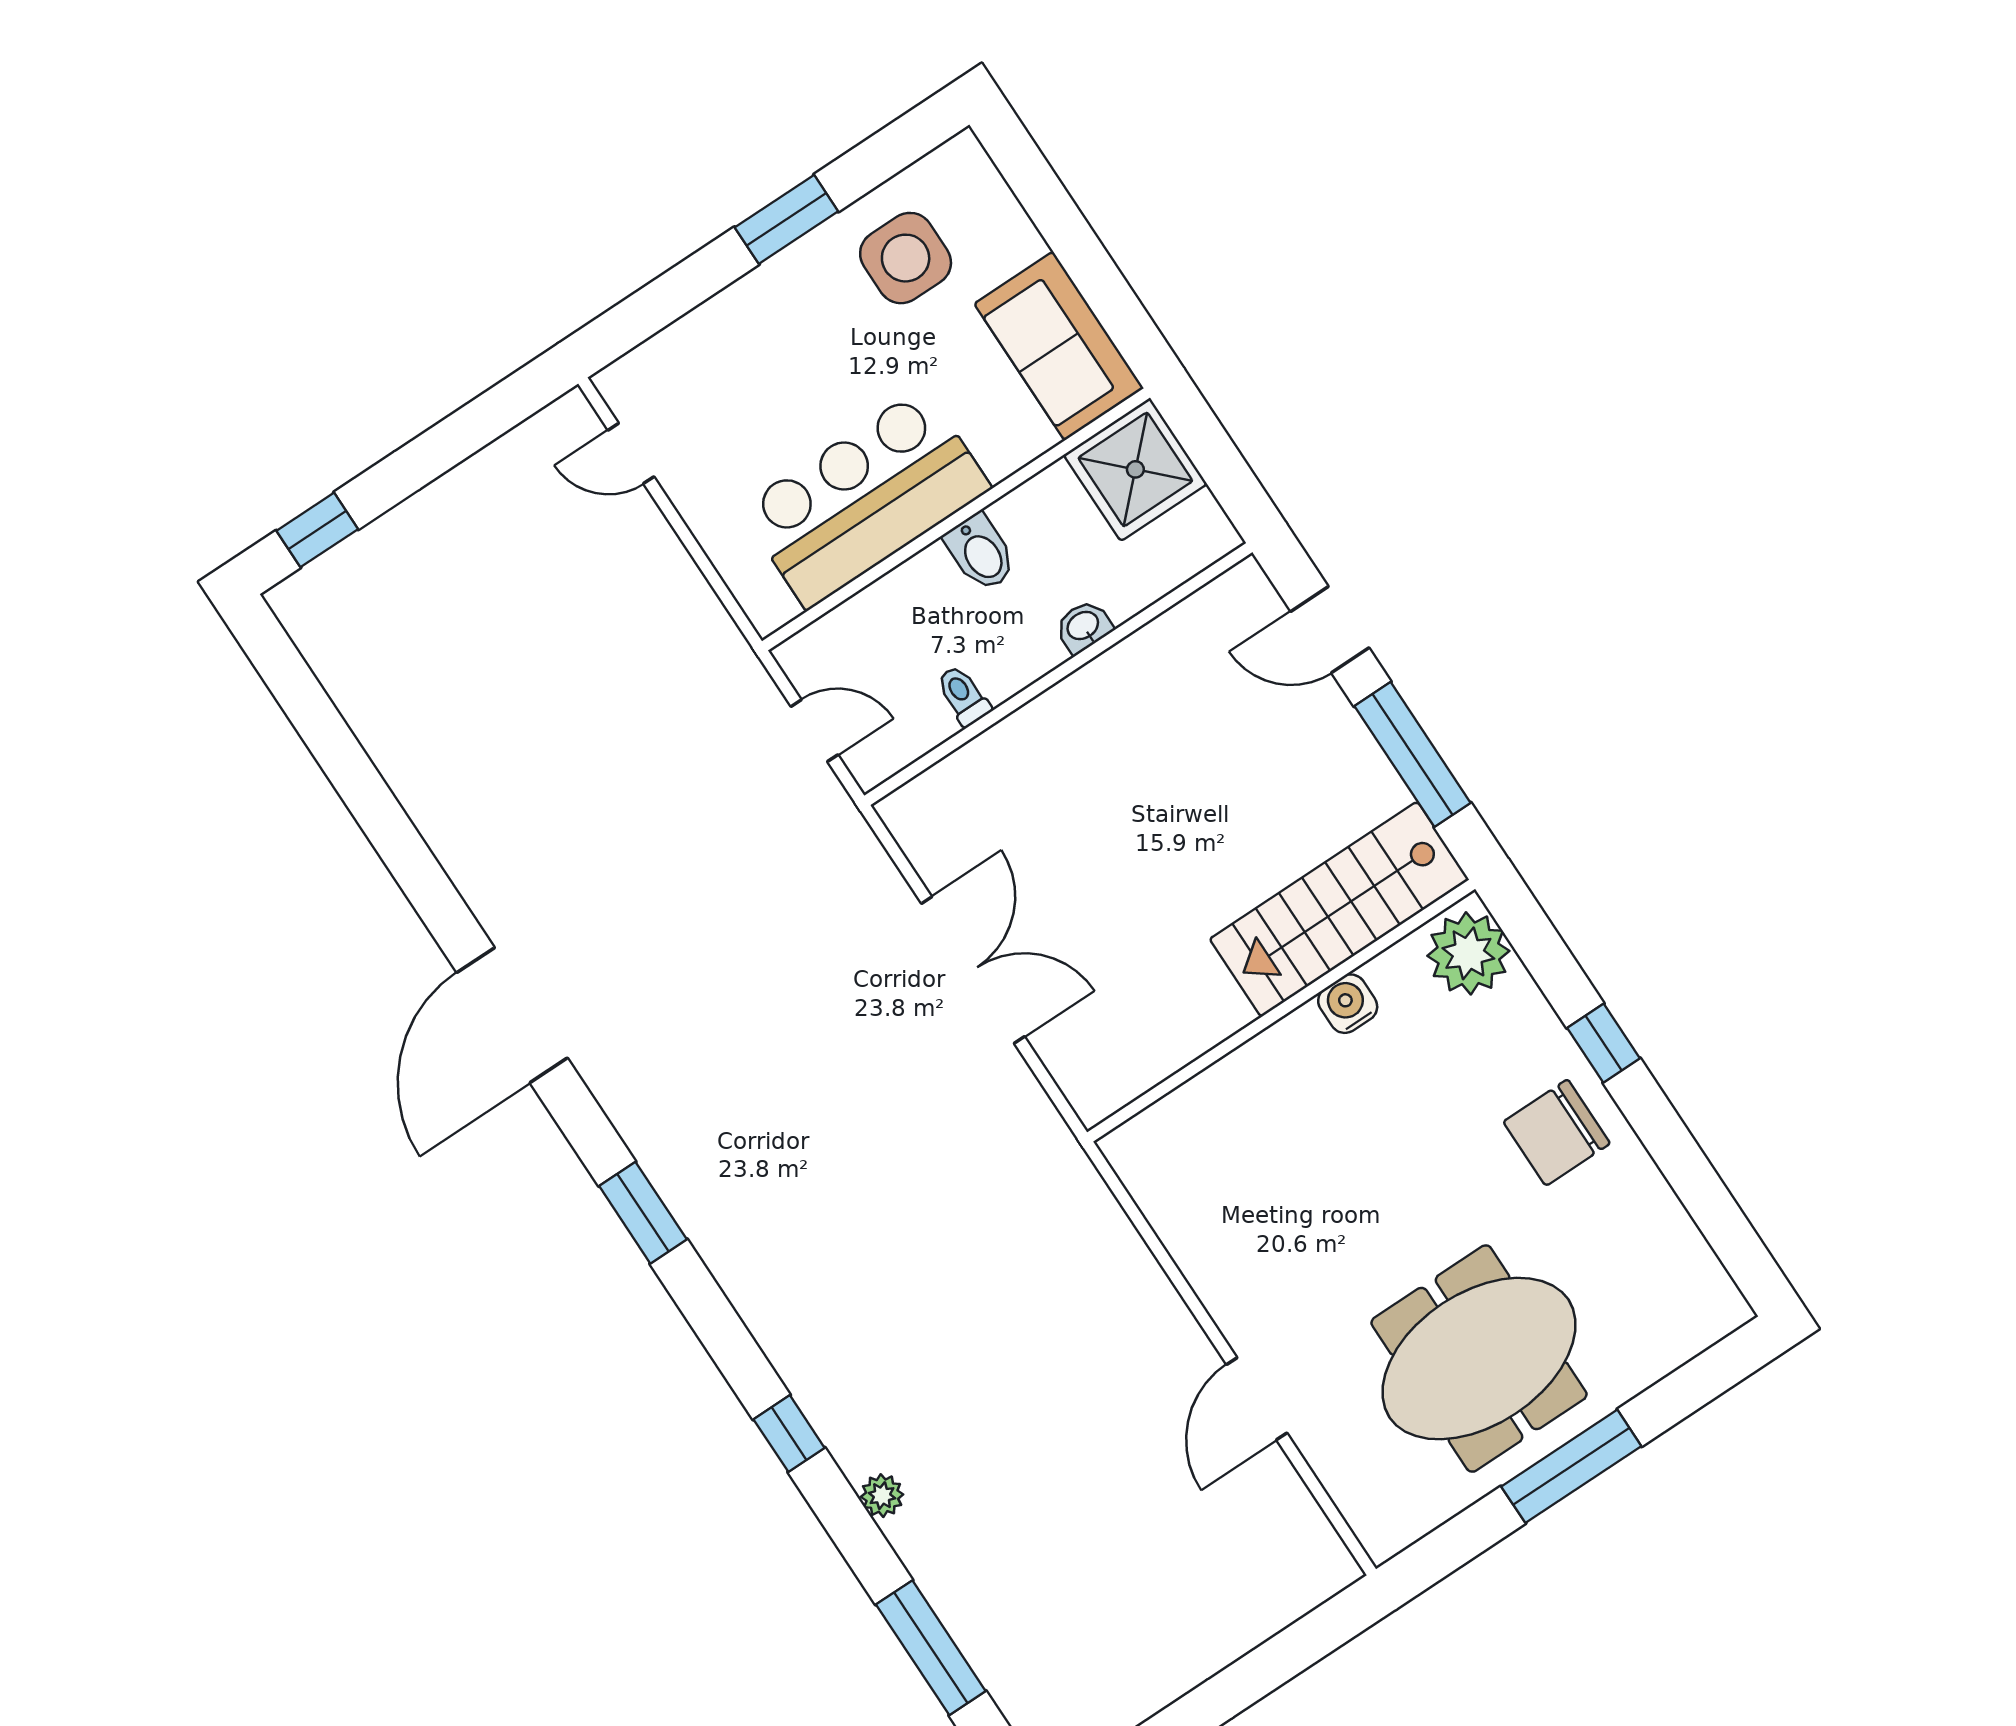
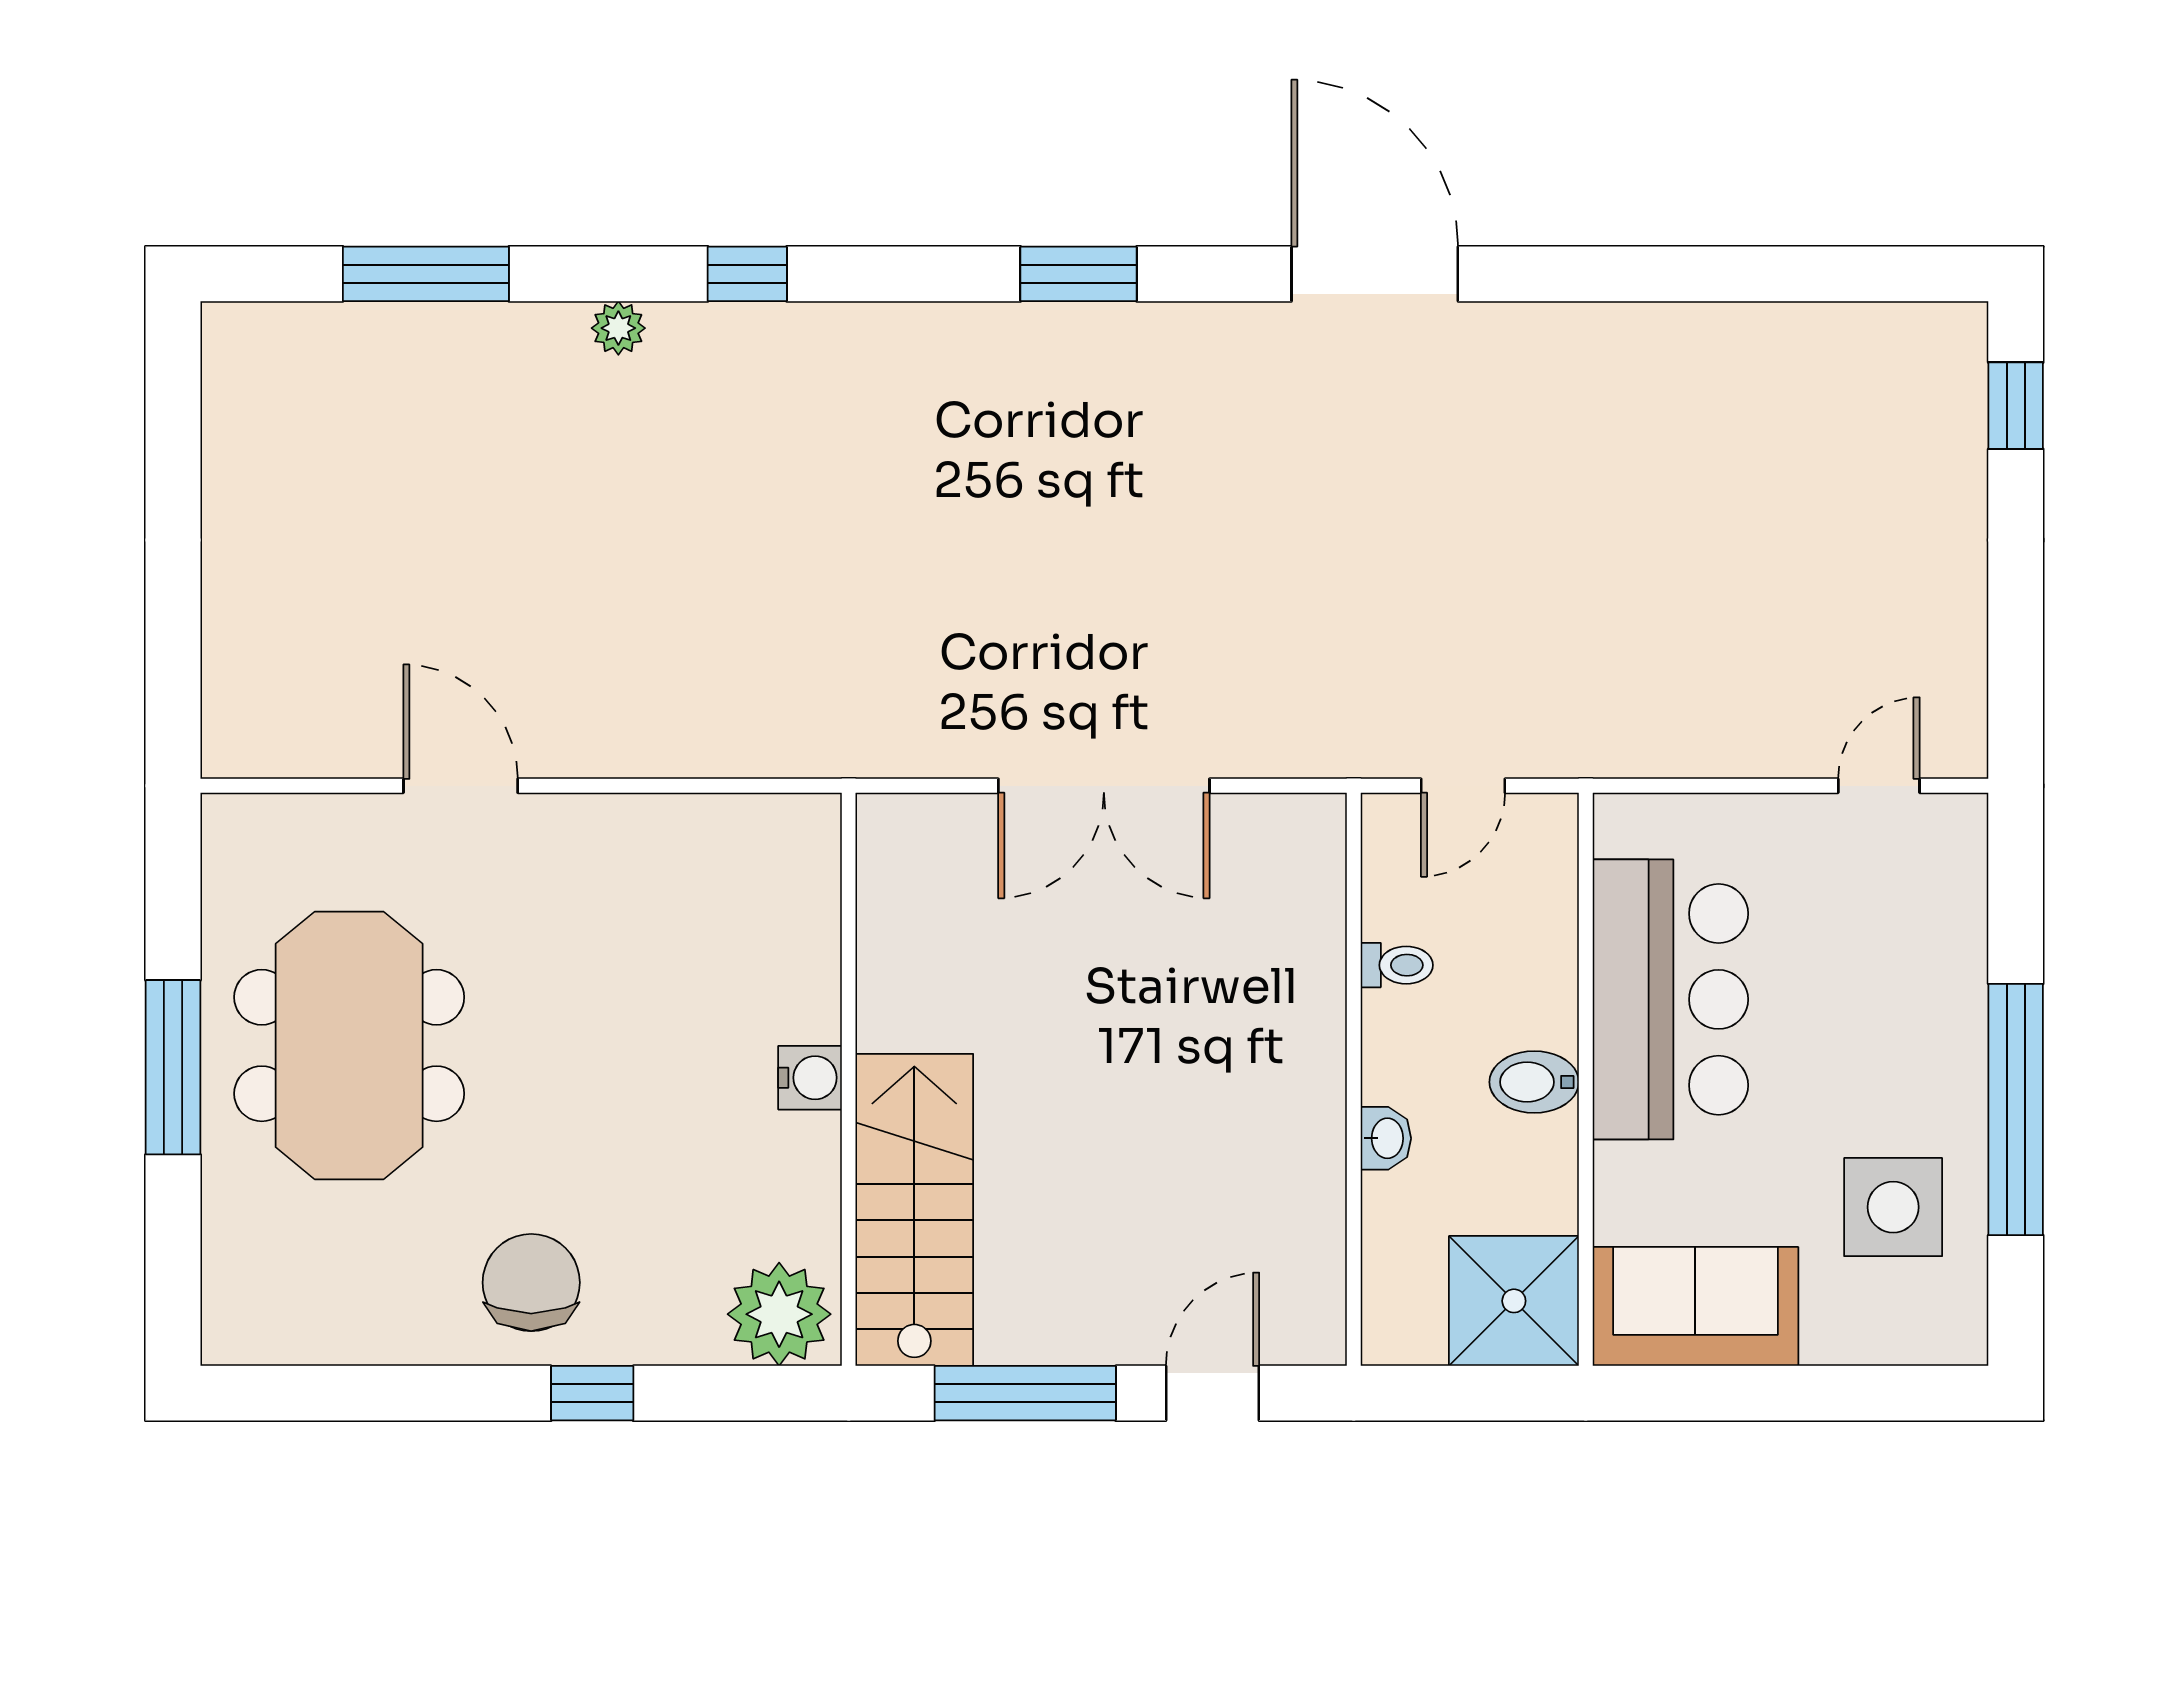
window: (786, 219) -> (2016, 1109), width x2.11
water cooler: (1348, 1004) -> (810, 1078), moved

